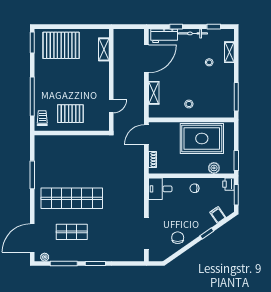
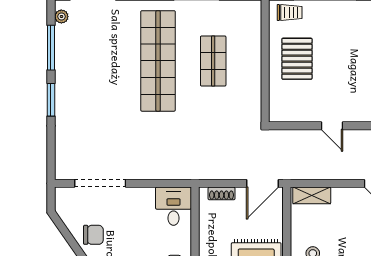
shelving: (154, 93) -> (312, 195), moved
door: (111, 106) -> (332, 126), moved
door: (146, 135) -> (262, 183), swing flipped
shop shelf: (72, 232) -> (213, 61), moved

